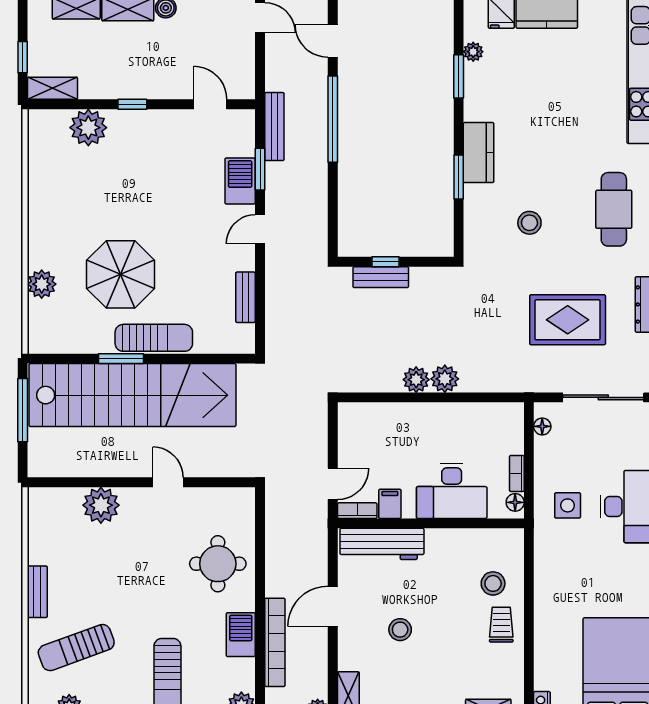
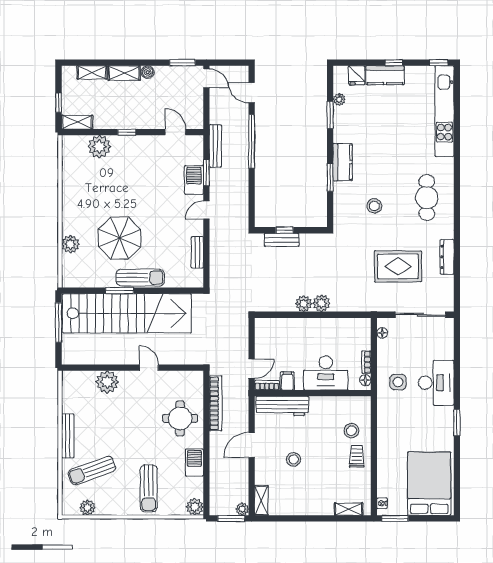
bench: (37, 592) -> (68, 436), width x1.36
bookcase: (275, 642) -> (216, 403), moved

